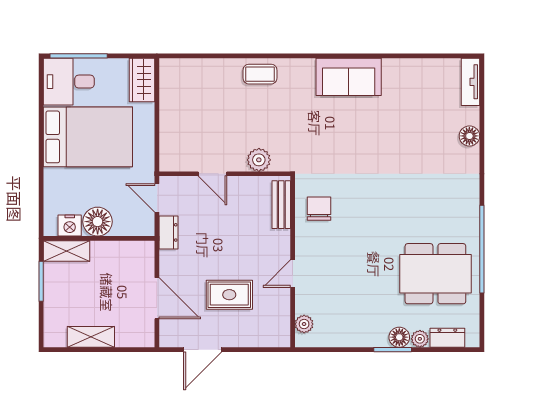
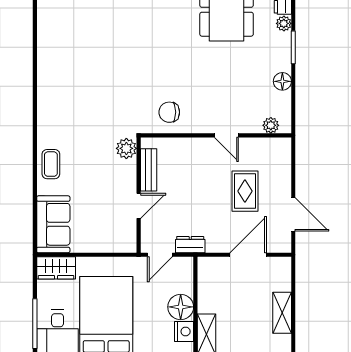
sofa: (349, 77) -> (53, 224), moved
plant: (259, 160) -> (126, 148), moved
bench: (281, 205) -> (149, 170), moved, turned 90
floor lamp: (399, 337) -> (282, 81), moved

